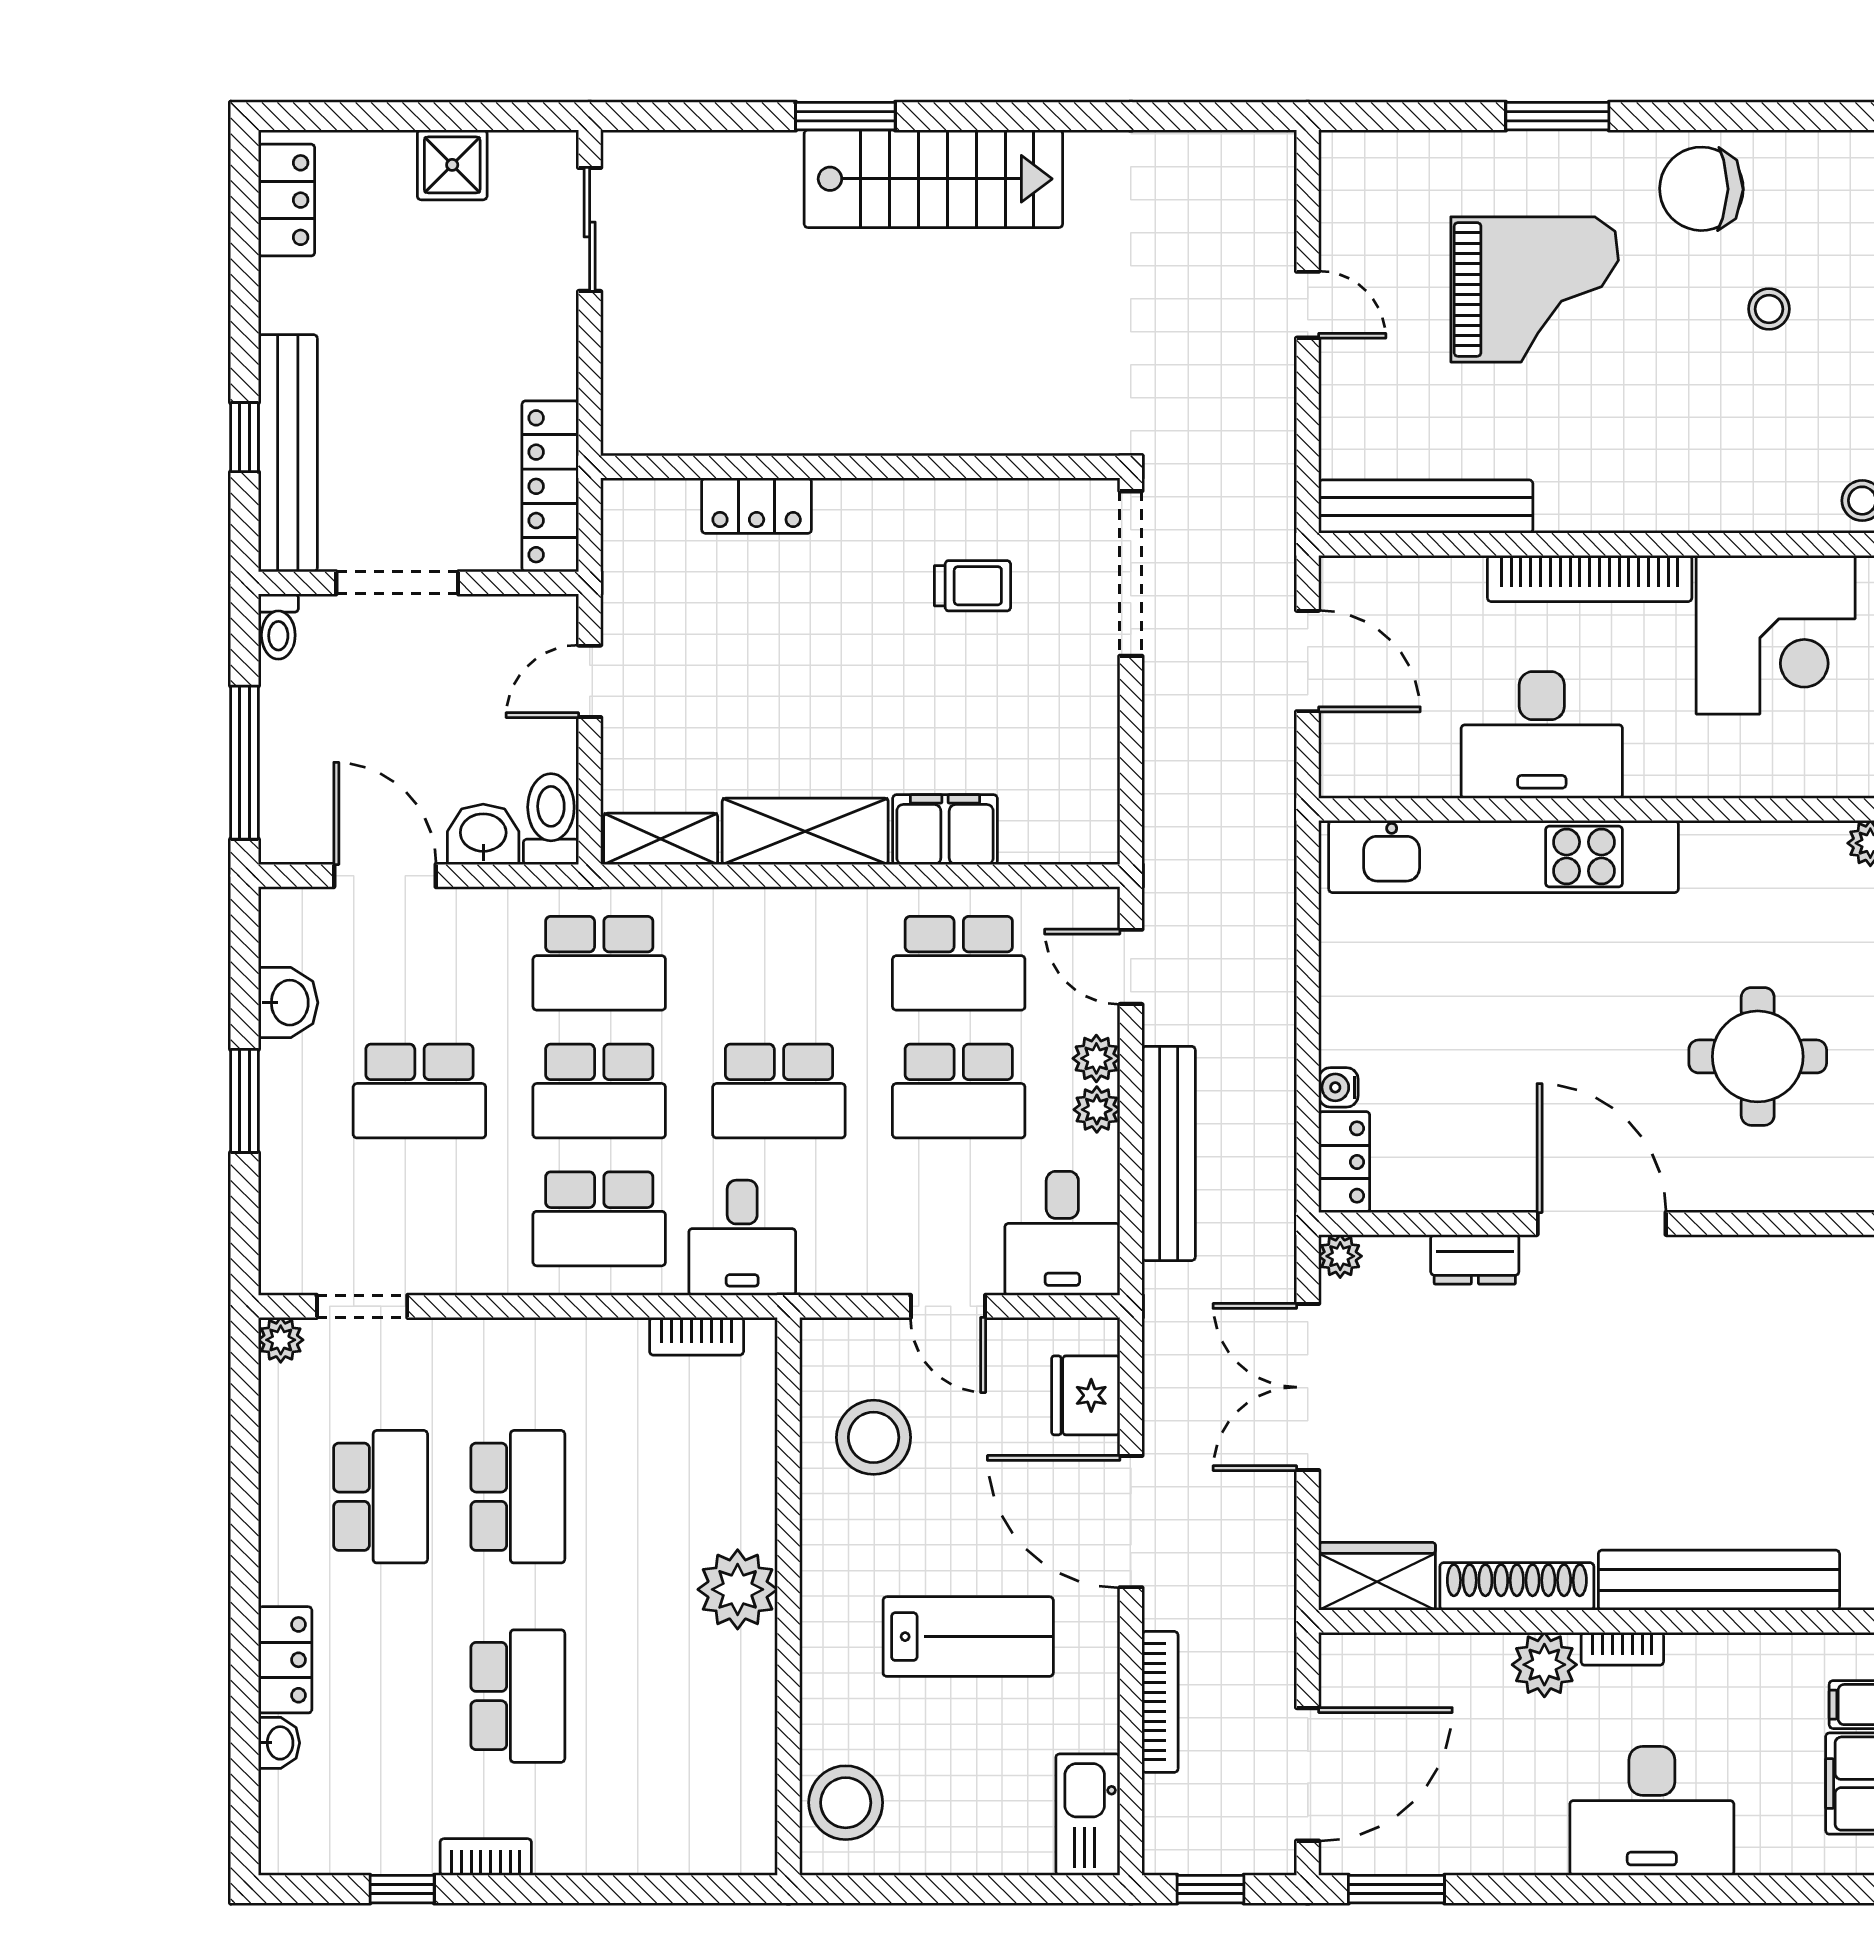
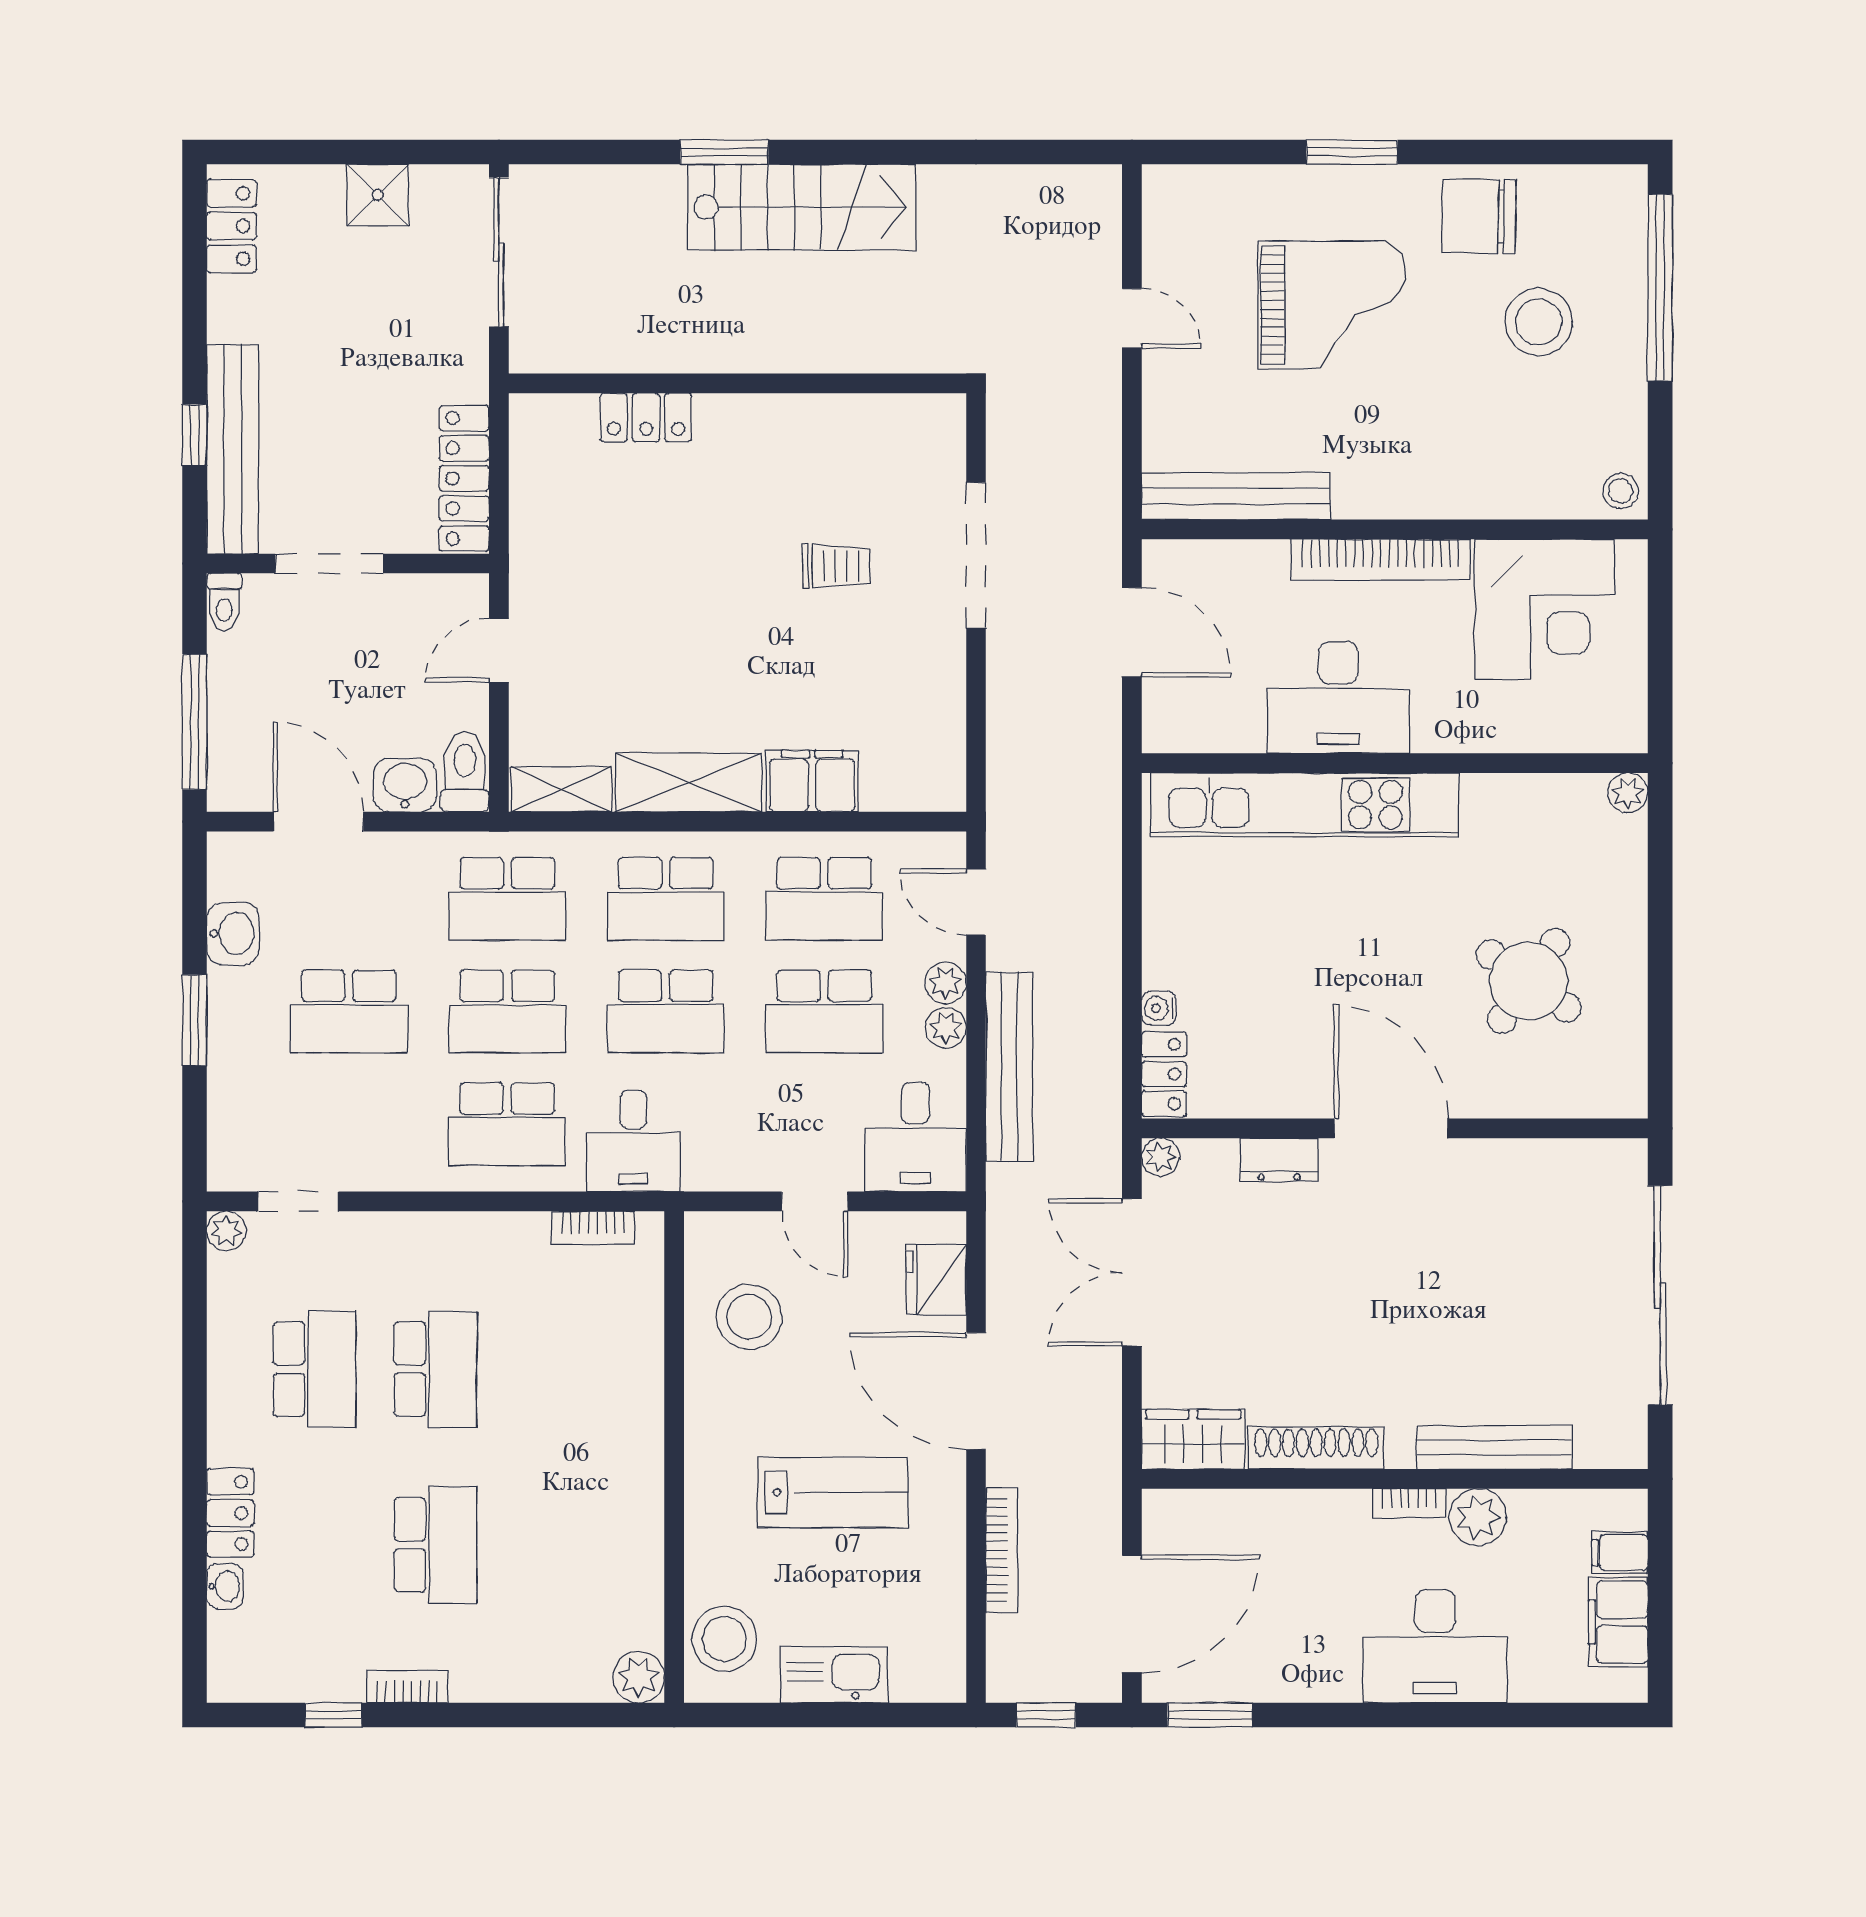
sliding door: (590, 229) -> (499, 252), width x1.37
stool: (1769, 309) -> (1539, 322), width x1.89, depth x1.89
wall: (860, 467) -> (737, 383), moved
locker: (757, 506) -> (646, 418), moved
school desk: (779, 963) -> (666, 899), added
round table: (1758, 1056) -> (1529, 981), turned 35
bench: (1719, 1580) -> (1494, 1447), width x0.73, depth x0.82
plant: (738, 1589) -> (639, 1677), moved, width x0.73, depth x0.73
plant: (1544, 1665) -> (1478, 1517), moved
kitchen sink: (1088, 1815) -> (834, 1675), moved, turned 90

